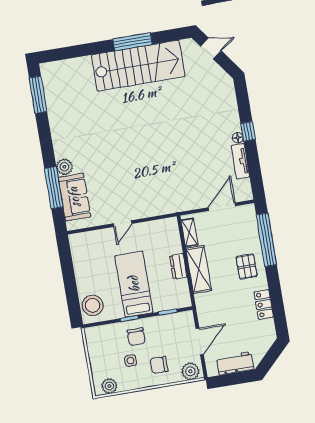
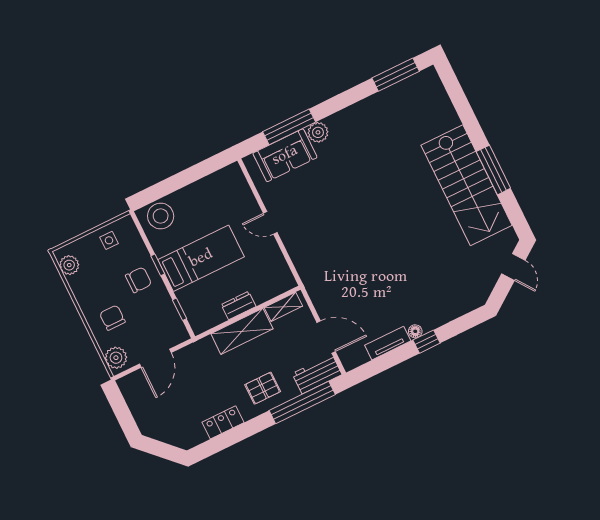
chair: (136, 337) -> (139, 280), turned 180
door: (200, 342) -> (155, 358), hinge flipped
side table: (131, 361) -> (109, 240), moved
workbench: (235, 363) -> (317, 374), moved, turned -90

